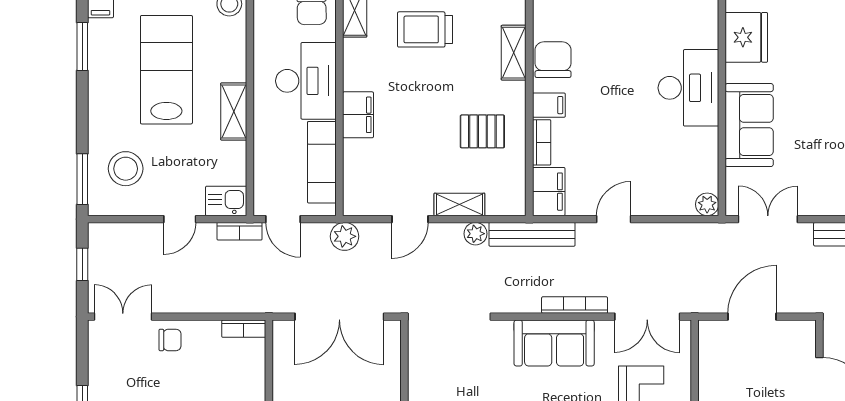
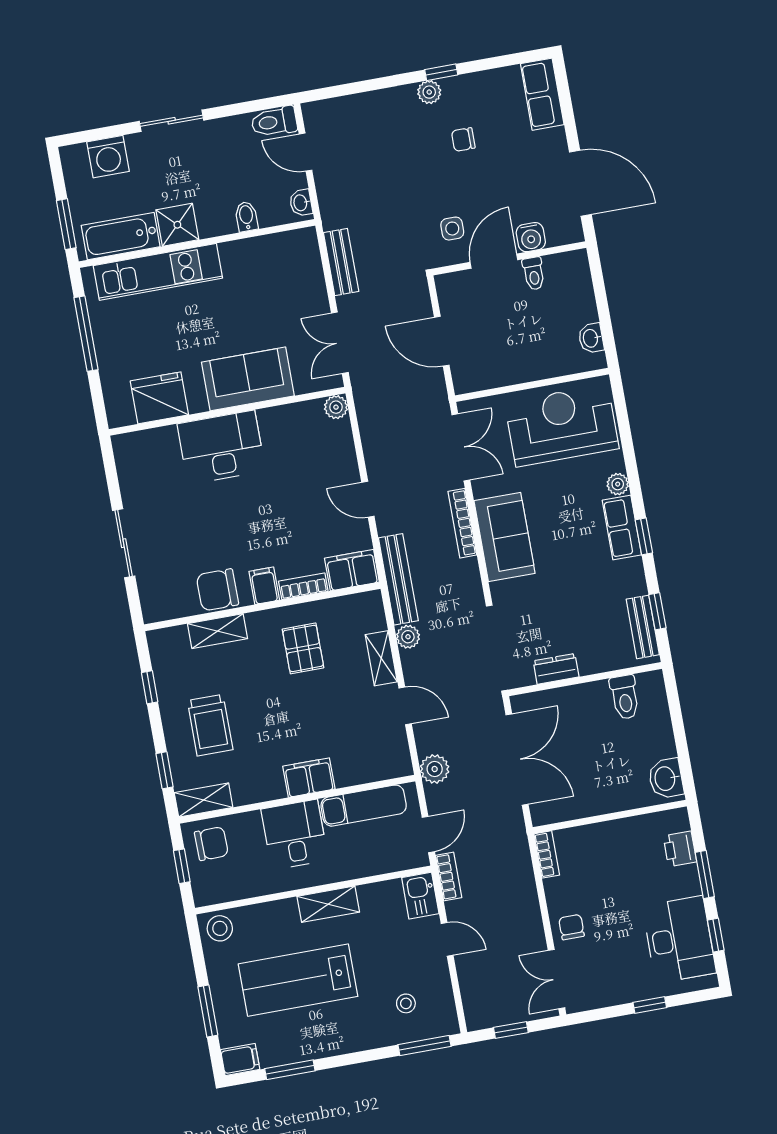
desk: (306, 81) -> (295, 835), width x0.73
stool: (126, 169) -> (406, 1003), width x0.53, depth x0.53
dresser: (419, 370) -> (556, 669), added

